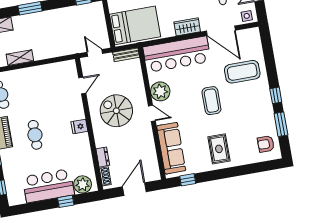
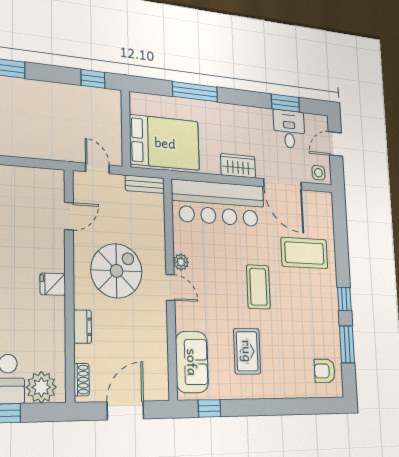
plant: (160, 91) -> (181, 262), width x0.53, depth x0.53
spiral stairs: (116, 111) -> (117, 271), turned 90
sofa: (171, 148) -> (192, 362), width x0.73
rug: (219, 149) -> (247, 351), moved
dresser: (103, 157) -> (83, 327), moved

